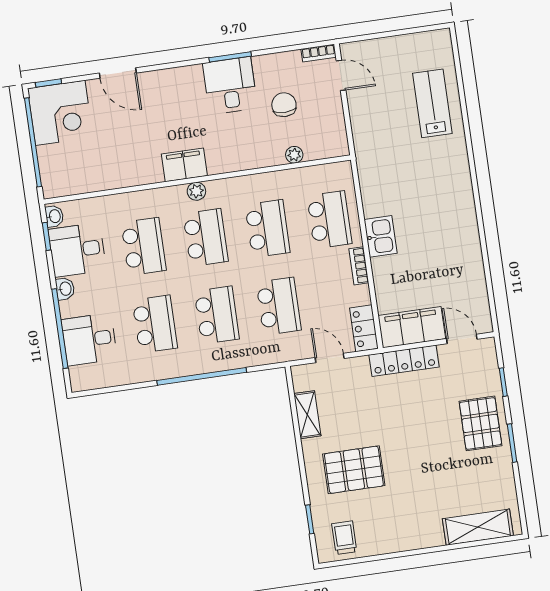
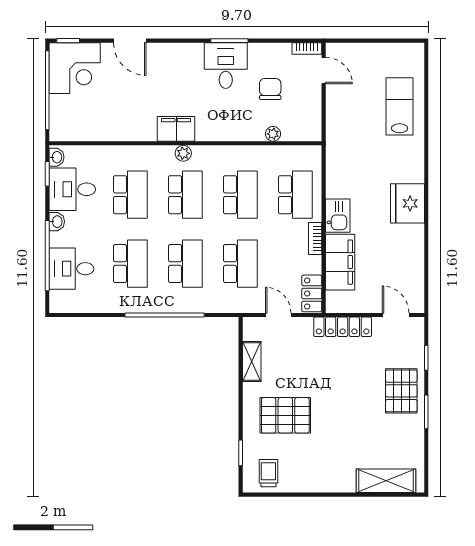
fridge: (457, 211) -> (407, 203), added
filing cabinet: (412, 327) -> (340, 262), moved, turned 90

